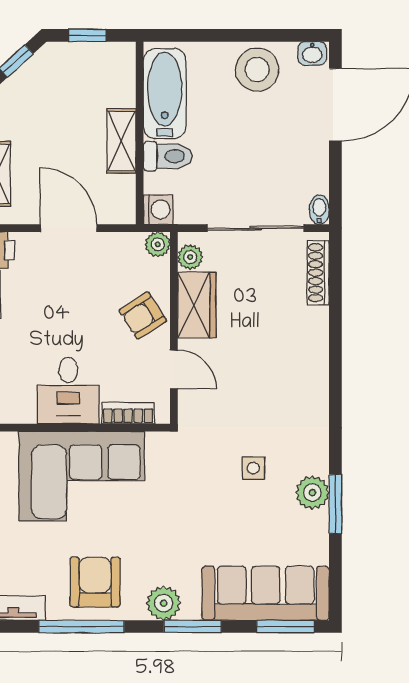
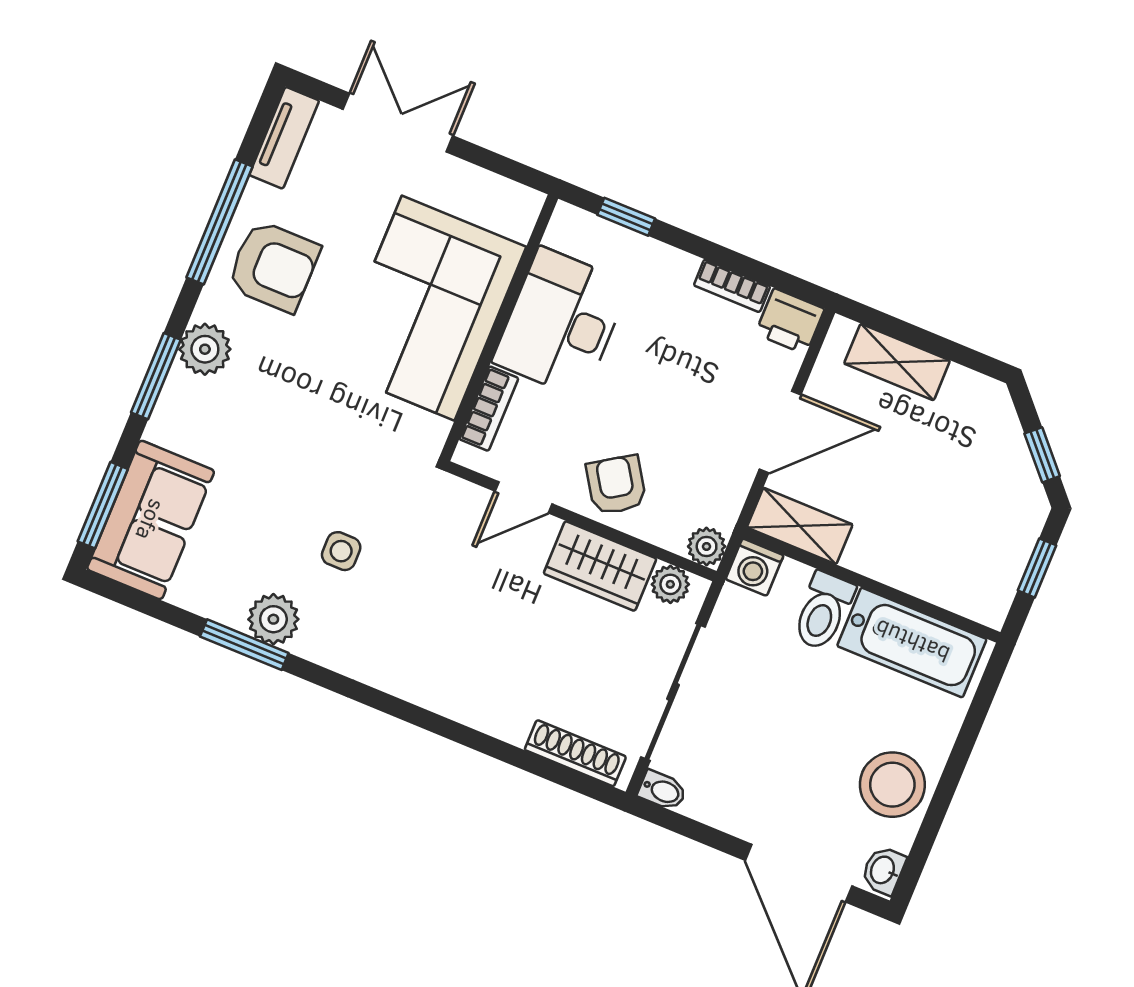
shelving: (121, 141) -> (800, 526), moved
desk: (68, 391) -> (561, 323), width x1.37
sofa: (266, 593) -> (151, 520), width x0.73

